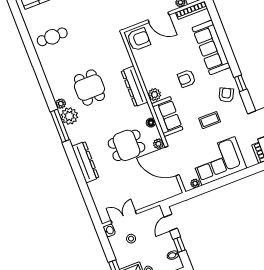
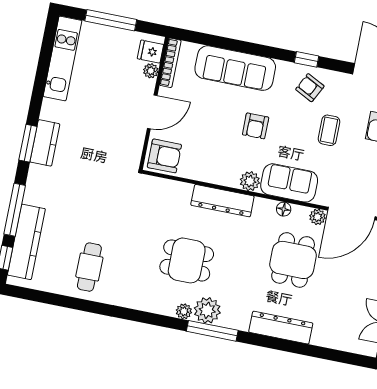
armchair: (139, 39) -> (164, 156), turned 90

